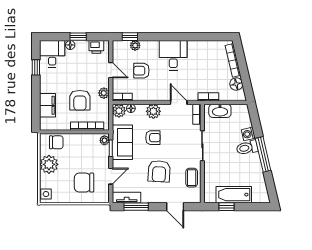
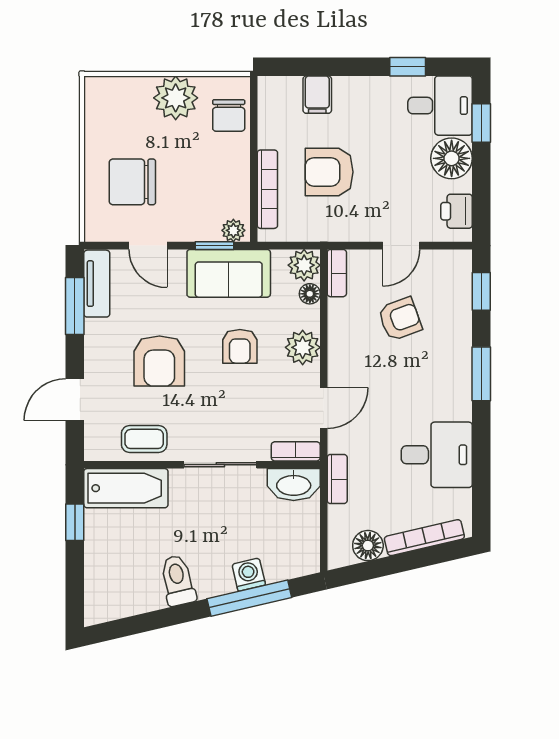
window: (78, 37) -> (481, 123), moved
window: (164, 37) -> (481, 374), added
floor lamp: (70, 45) -> (452, 158), width x1.89, depth x1.89
plant: (135, 45) -> (460, 304), removed
desk: (173, 55) -> (437, 455), moved
armchair: (141, 71) -> (400, 319), turned 70
plant: (104, 93) -> (346, 229), removed
filing cabinet: (48, 105) -> (317, 95), width x0.50
washbasin: (220, 111) -> (294, 484), moved, turned -90
toilet: (247, 148) -> (178, 580), moved
window: (263, 154) -> (249, 598), moved
armchair: (159, 171) -> (159, 361), turned -93
chair: (84, 183) -> (132, 182), turned -90
side table: (46, 194) -> (105, 91), removed
bathtub: (234, 195) -> (126, 488), moved, turned 90

